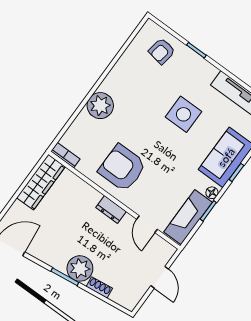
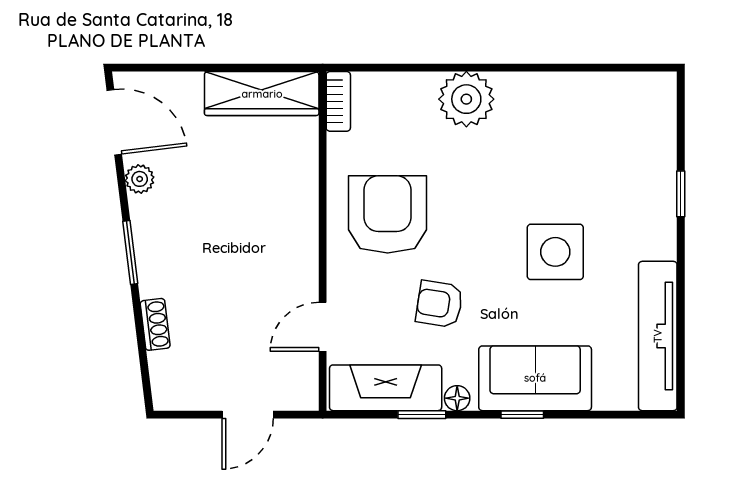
armchair: (162, 51) -> (439, 304), moved
dresser: (111, 209) -> (303, 247), removed
plant: (80, 268) -> (140, 179), moved, width x0.53, depth x0.53

